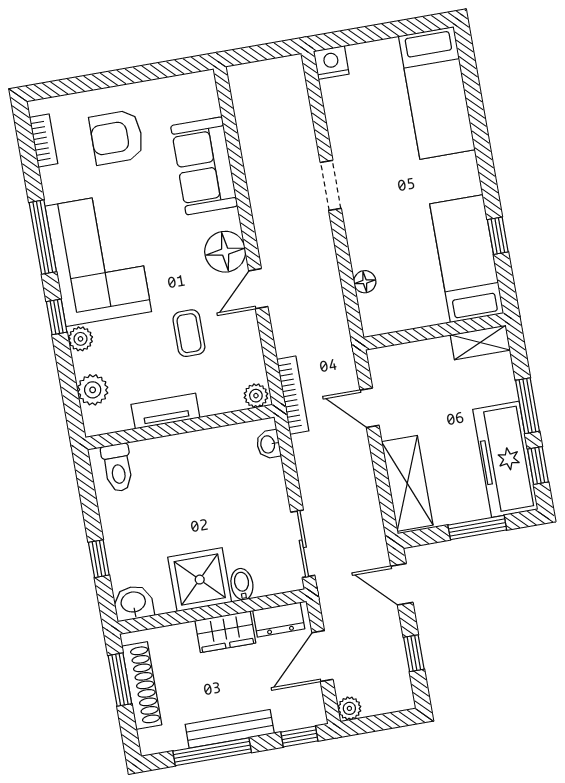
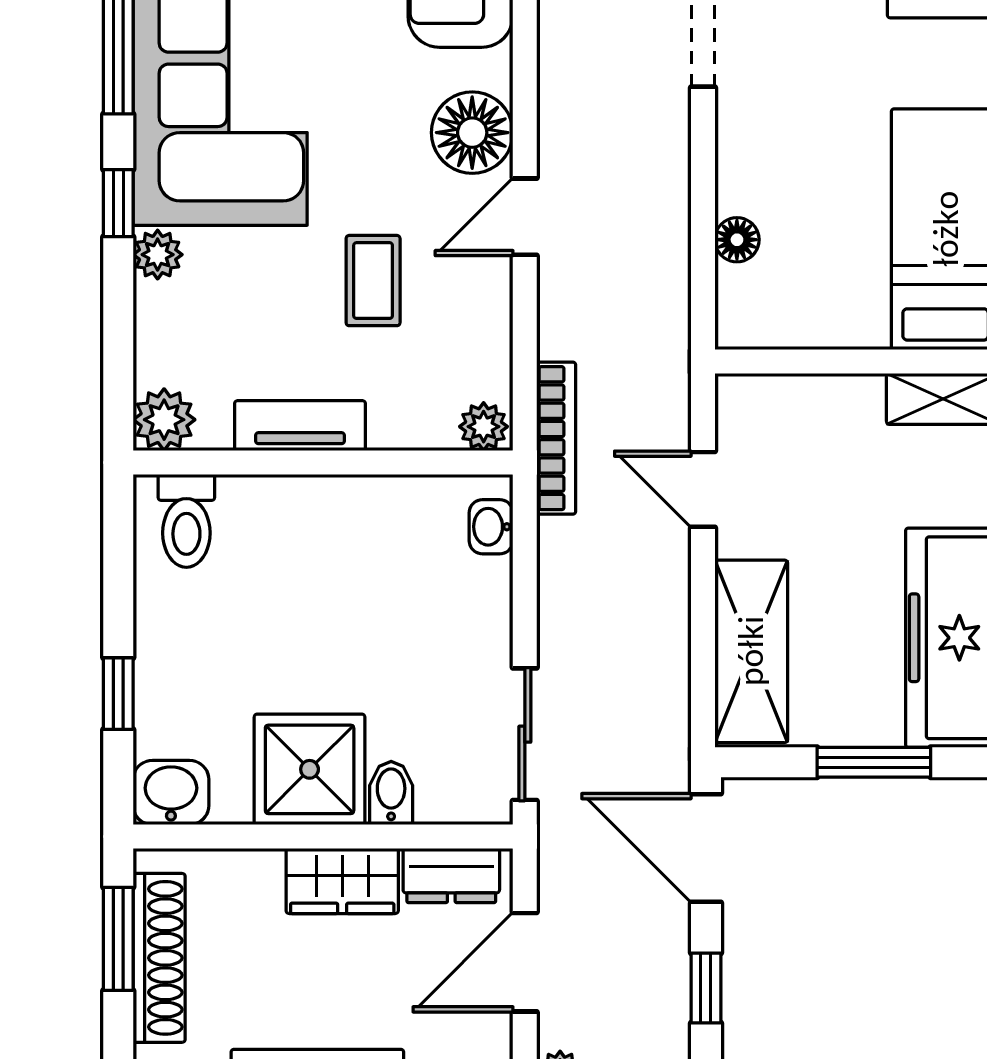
plant: (93, 390) -> (164, 420), moved
door: (402, 584) -> (706, 848), width x1.38

